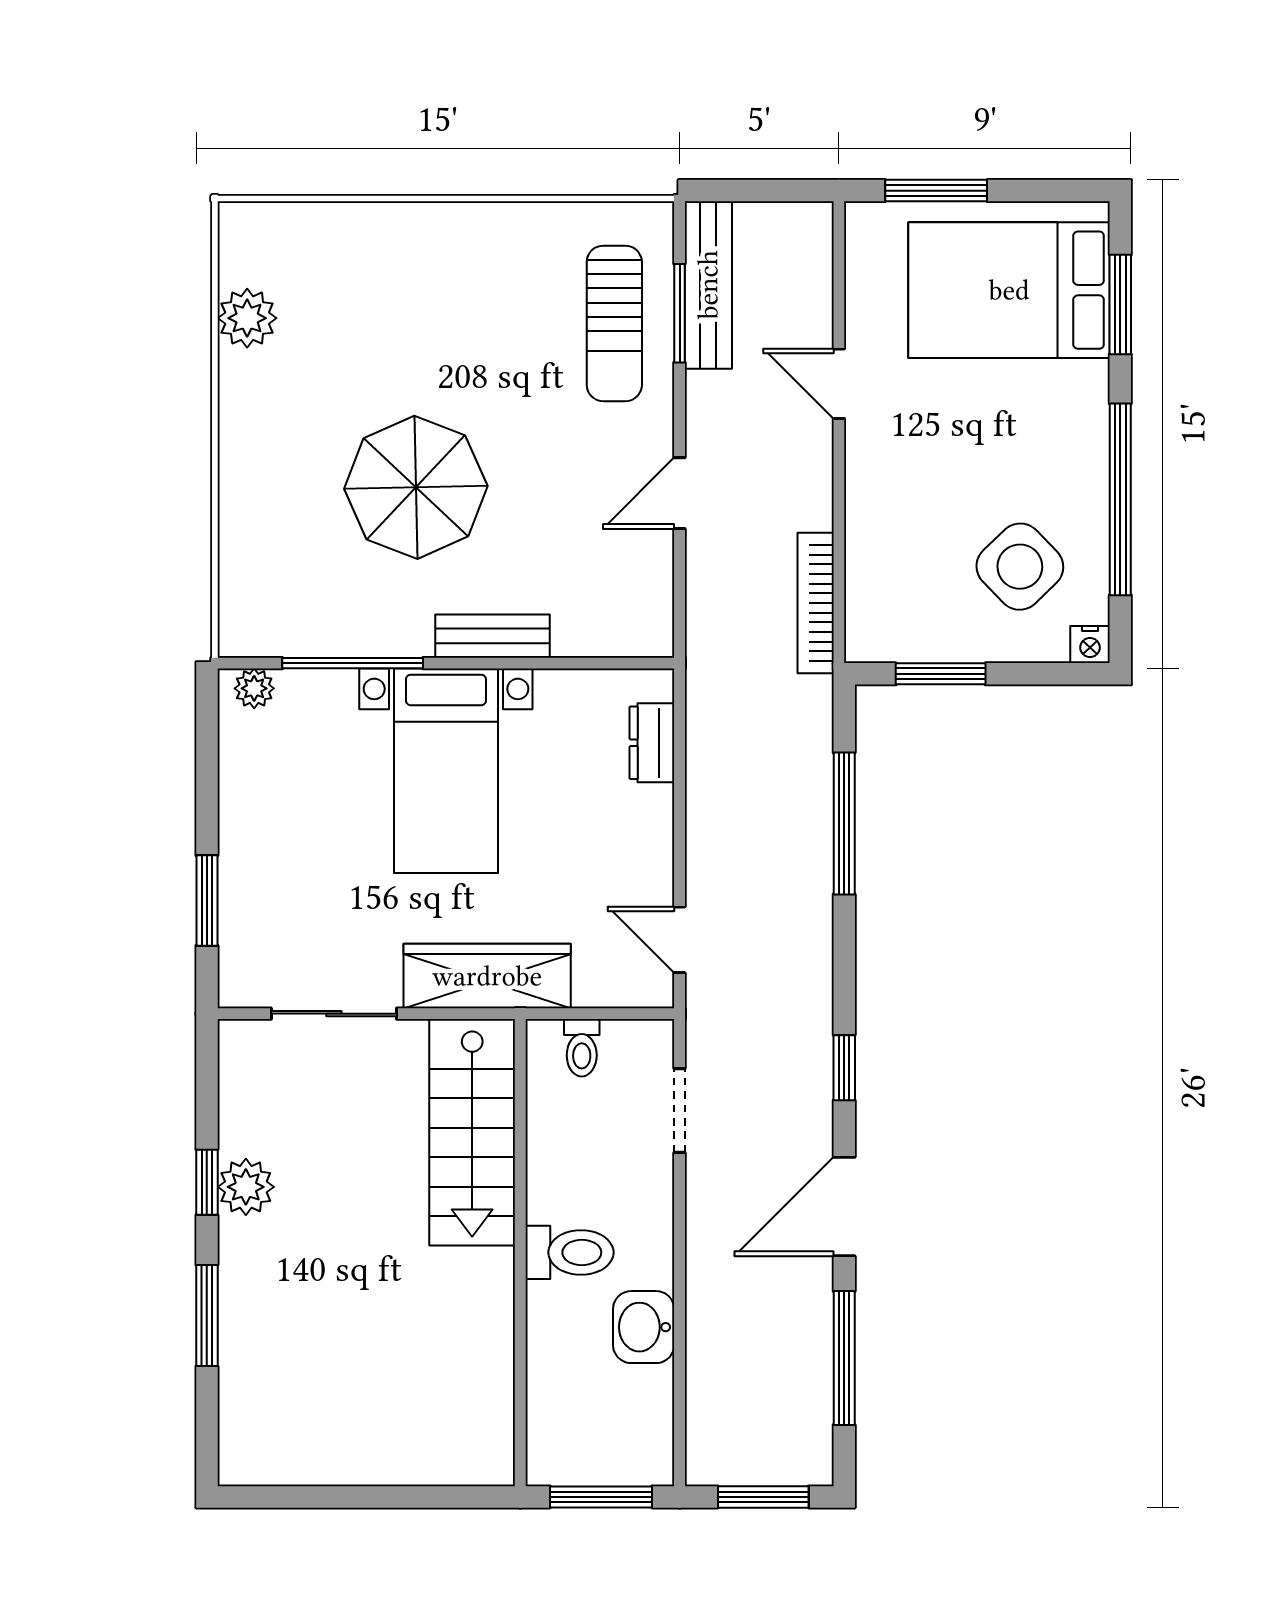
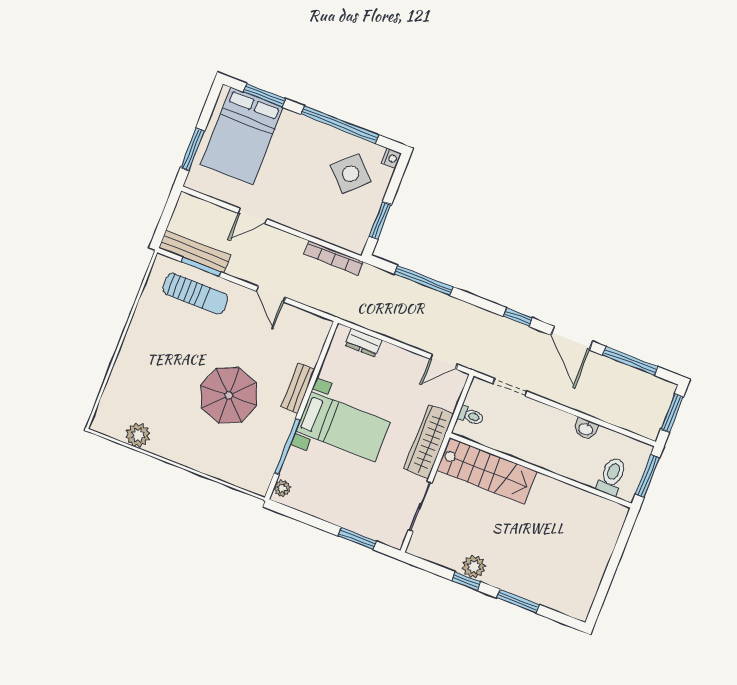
toilet: (570, 1252) -> (612, 476), moved
washbasin: (644, 1327) -> (586, 429), width x0.72, depth x0.69

